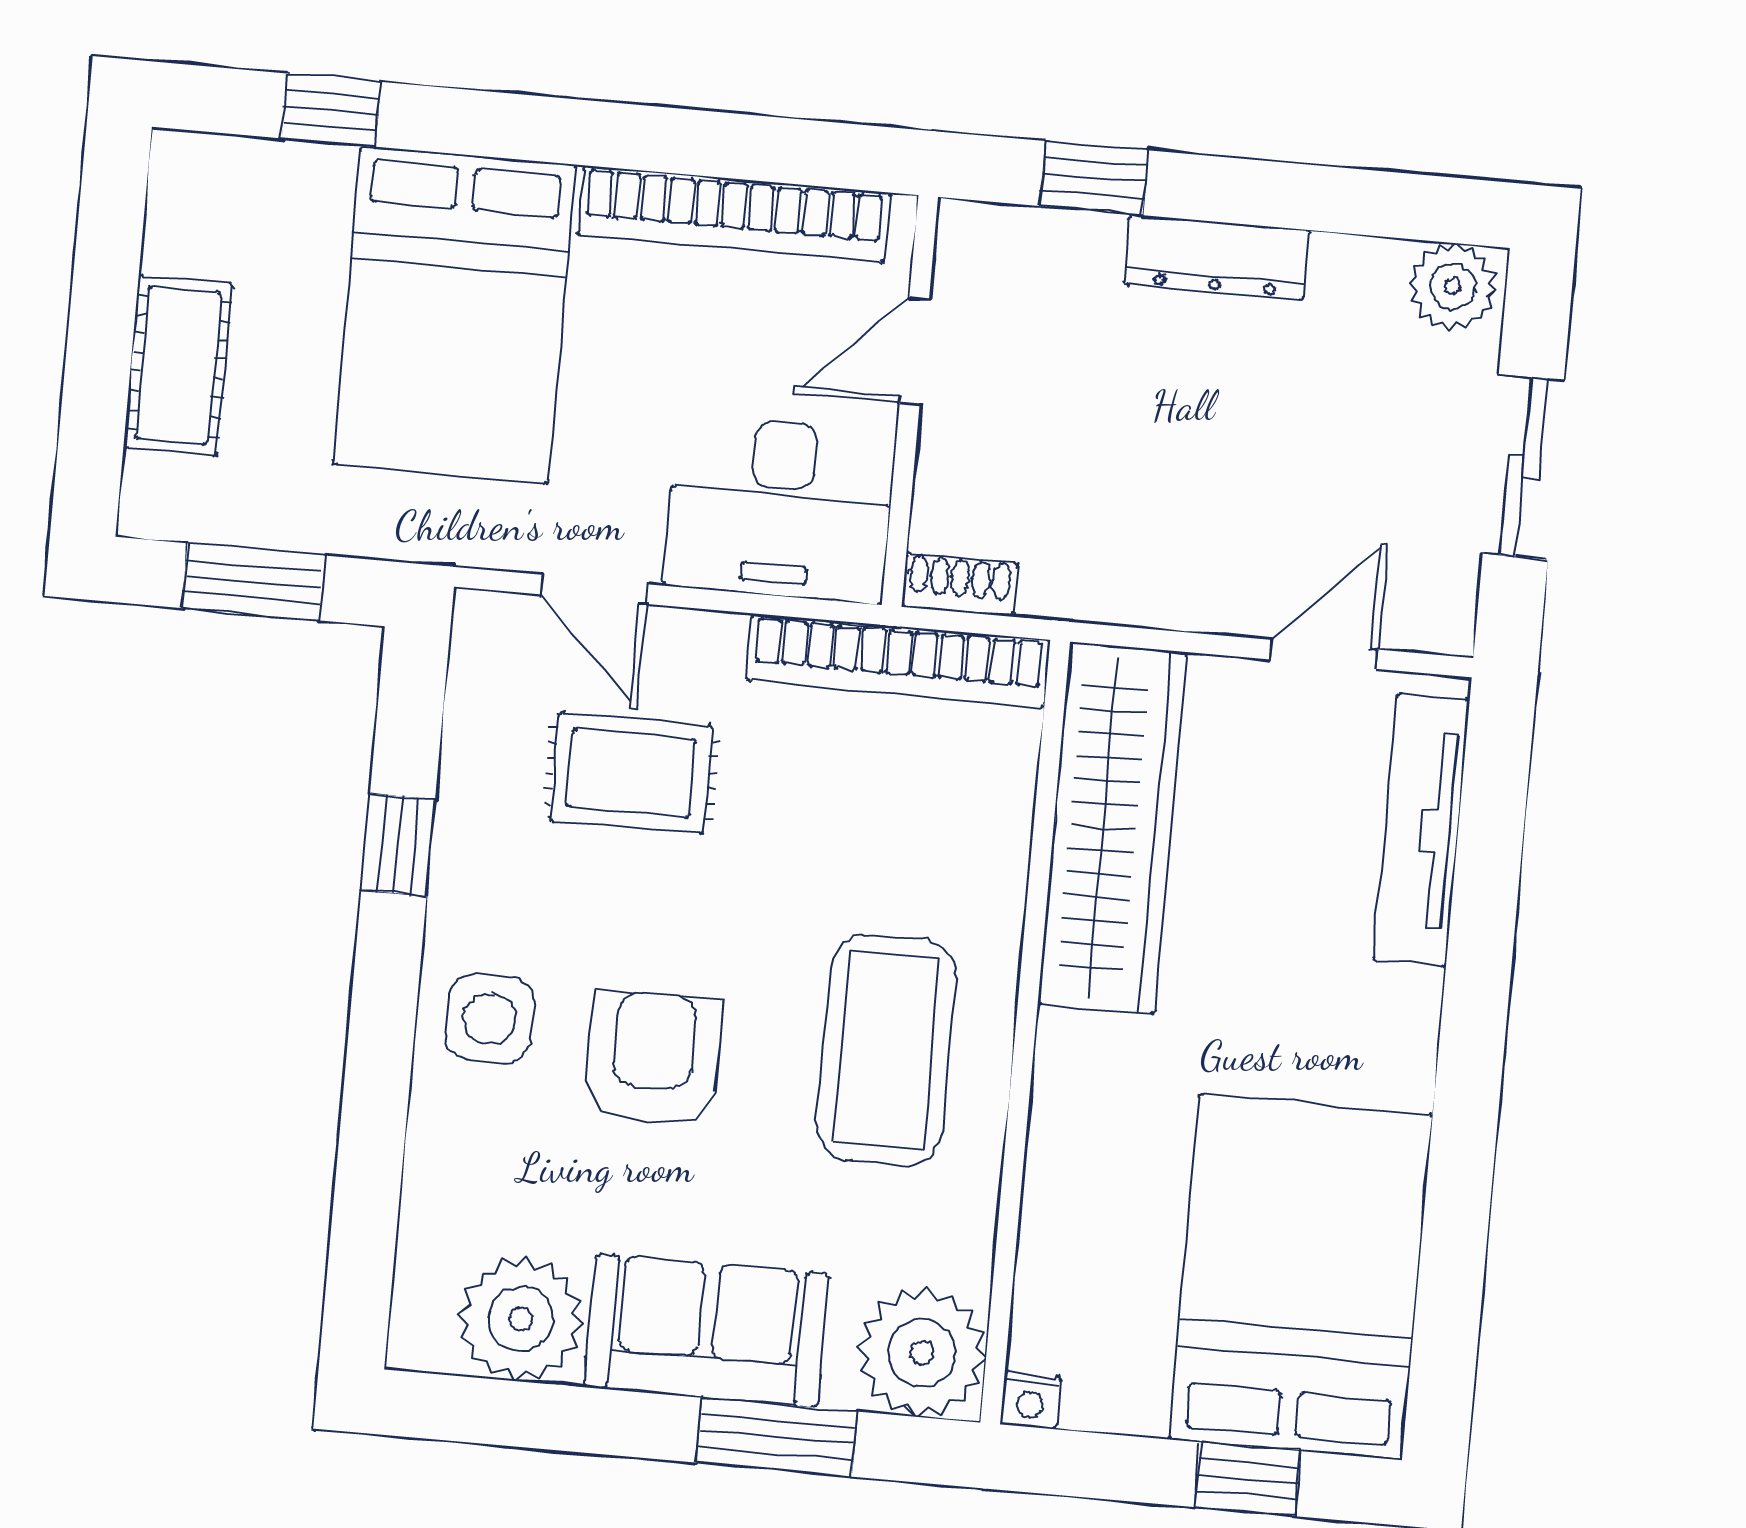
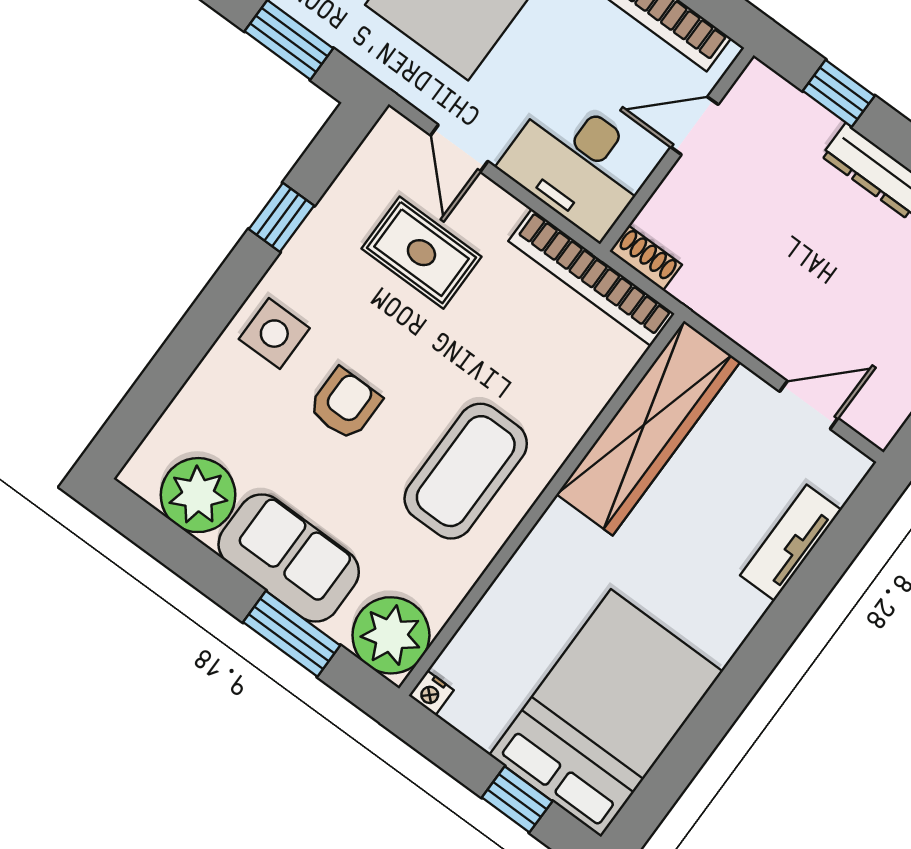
tv unit: (1422, 830) -> (791, 543), width x0.71
armchair: (653, 1059) -> (345, 404), width x0.72, depth x0.72

